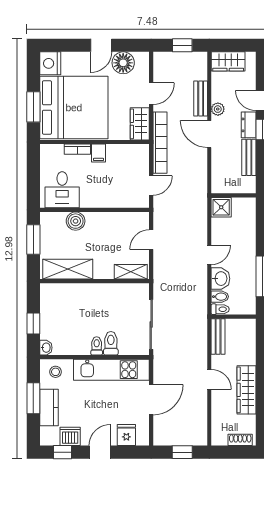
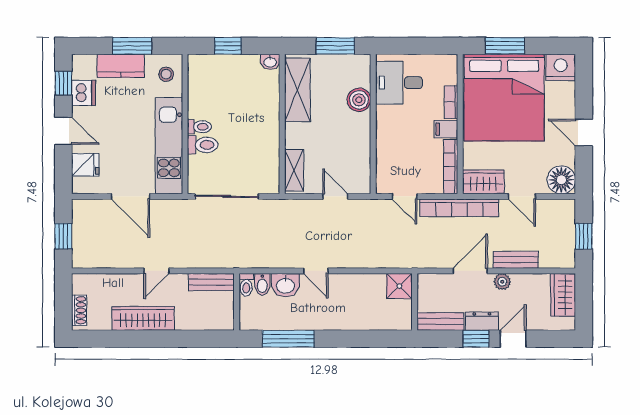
floor lamp: (123, 63) -> (561, 180), moved
bookcase: (128, 149) -> (451, 167), added
wall: (234, 195) -> (415, 302), moved
shower: (221, 207) -> (399, 286), moved
washbasin: (46, 348) -> (270, 62), moved

